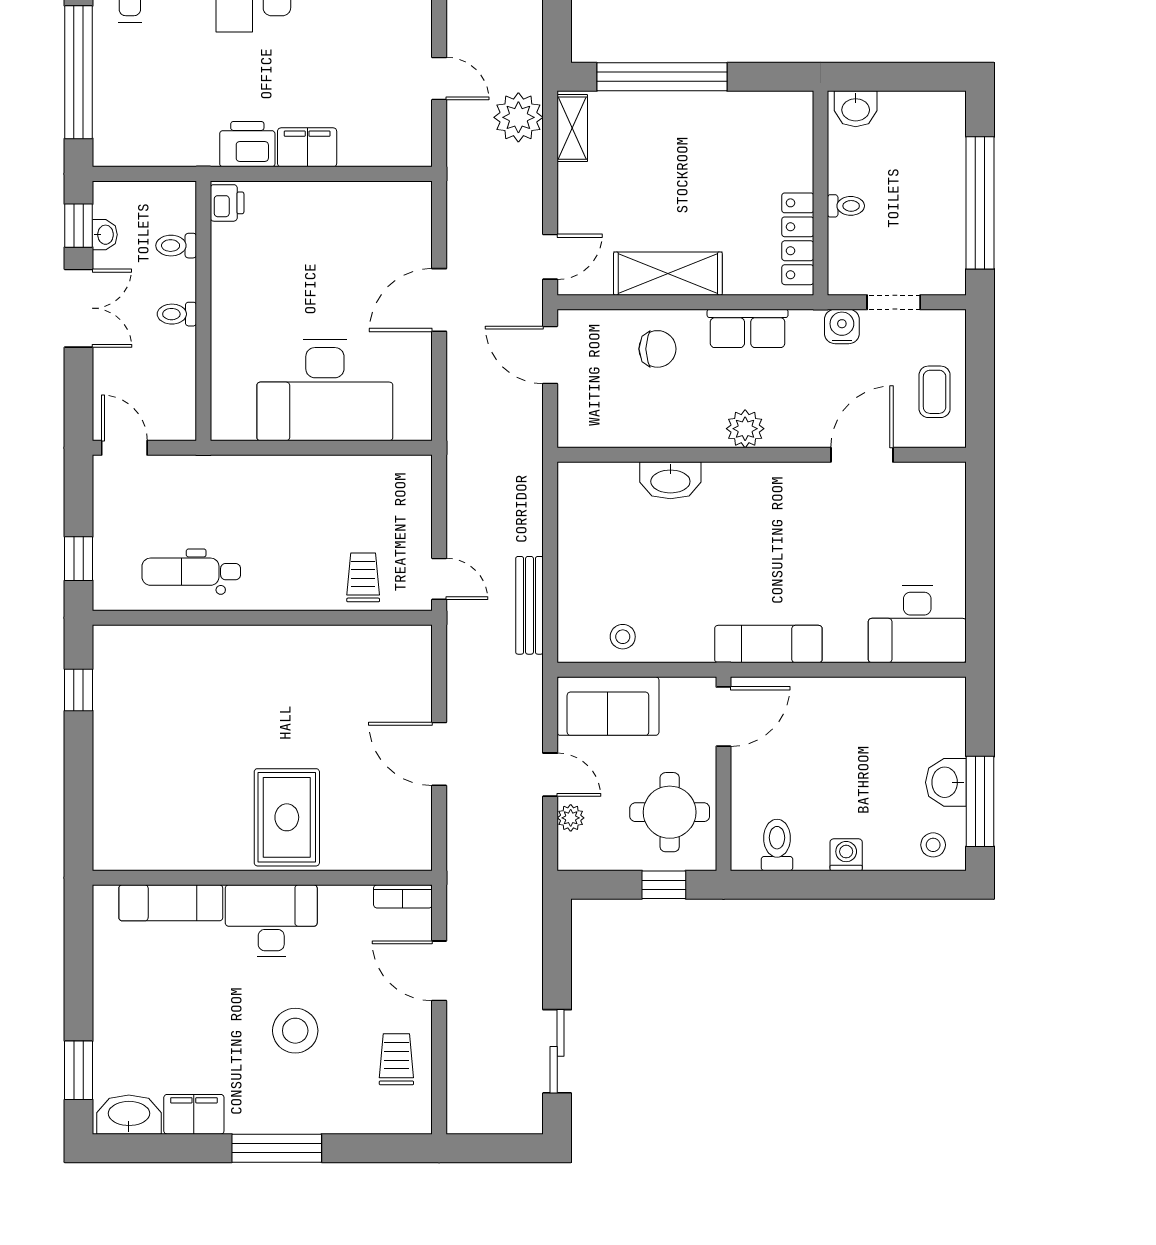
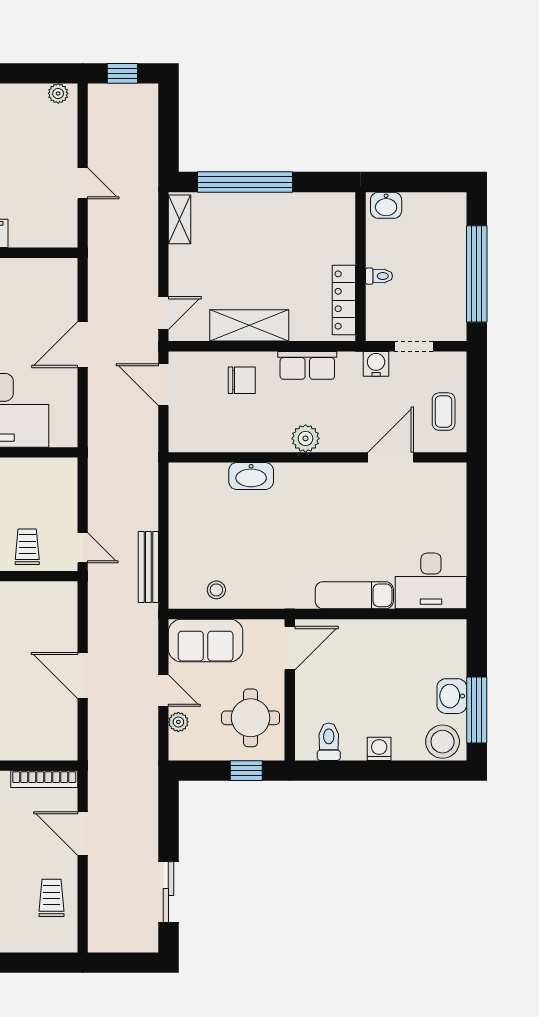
plant: (518, 117) -> (140, 212), removed
exam couch: (768, 644) -> (354, 595), moved
stool: (933, 845) -> (443, 742), width x1.89, depth x1.89
bookcase: (403, 896) -> (44, 779), width x1.56

